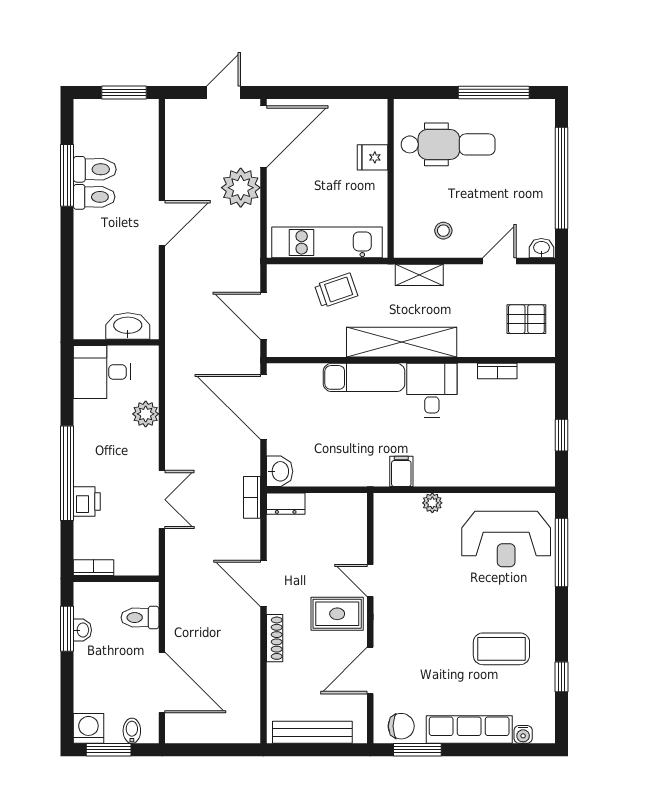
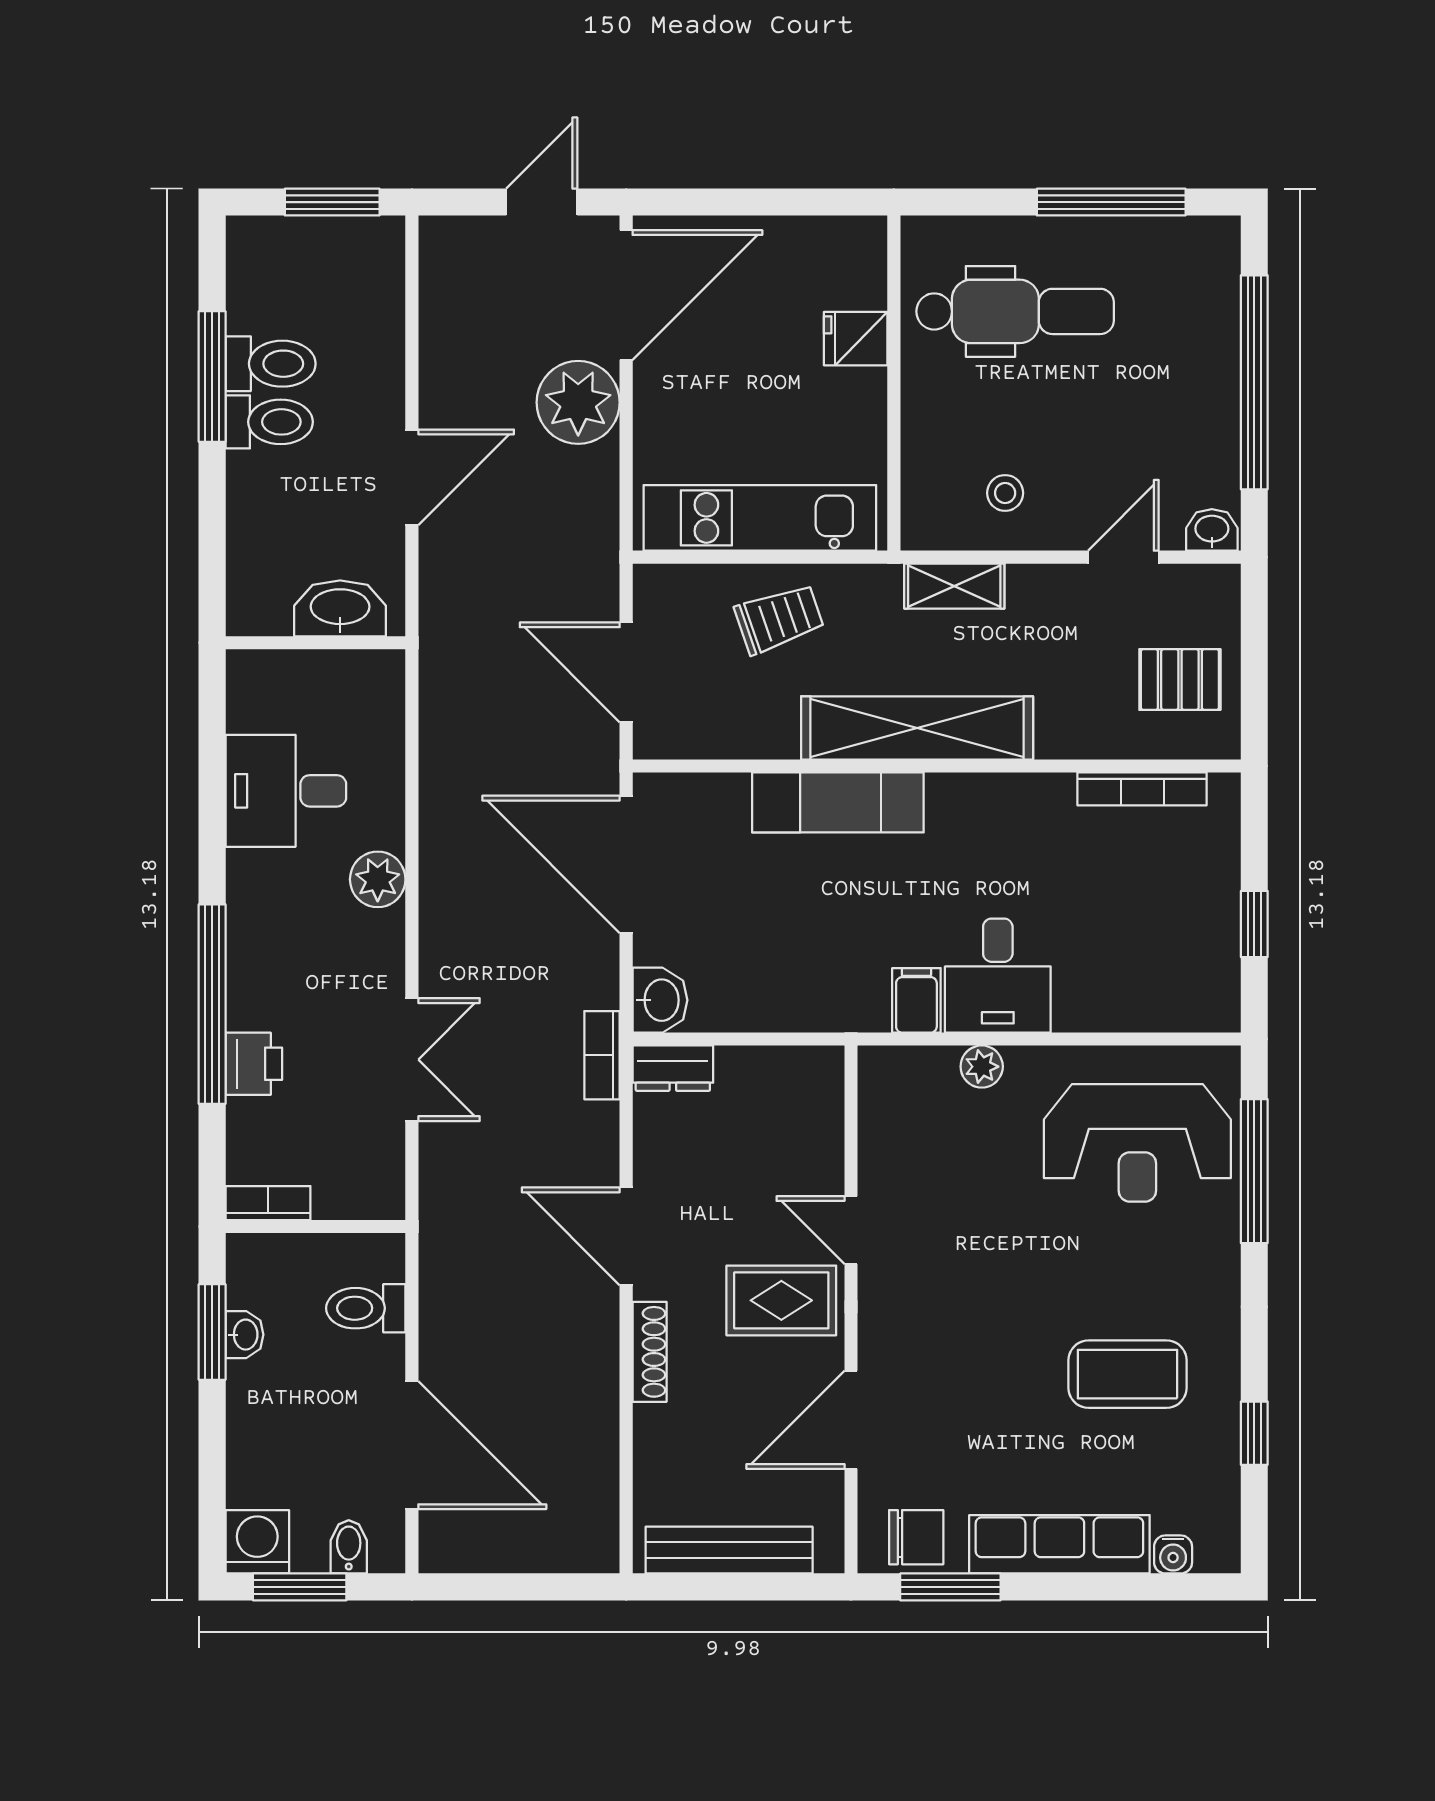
washbasin: (128, 326) -> (340, 608), moved
wall: (116, 342) -> (315, 643), moved
bookcase: (497, 371) -> (1142, 789), width x1.56
desk: (432, 390) -> (998, 976), moved, turned 180

